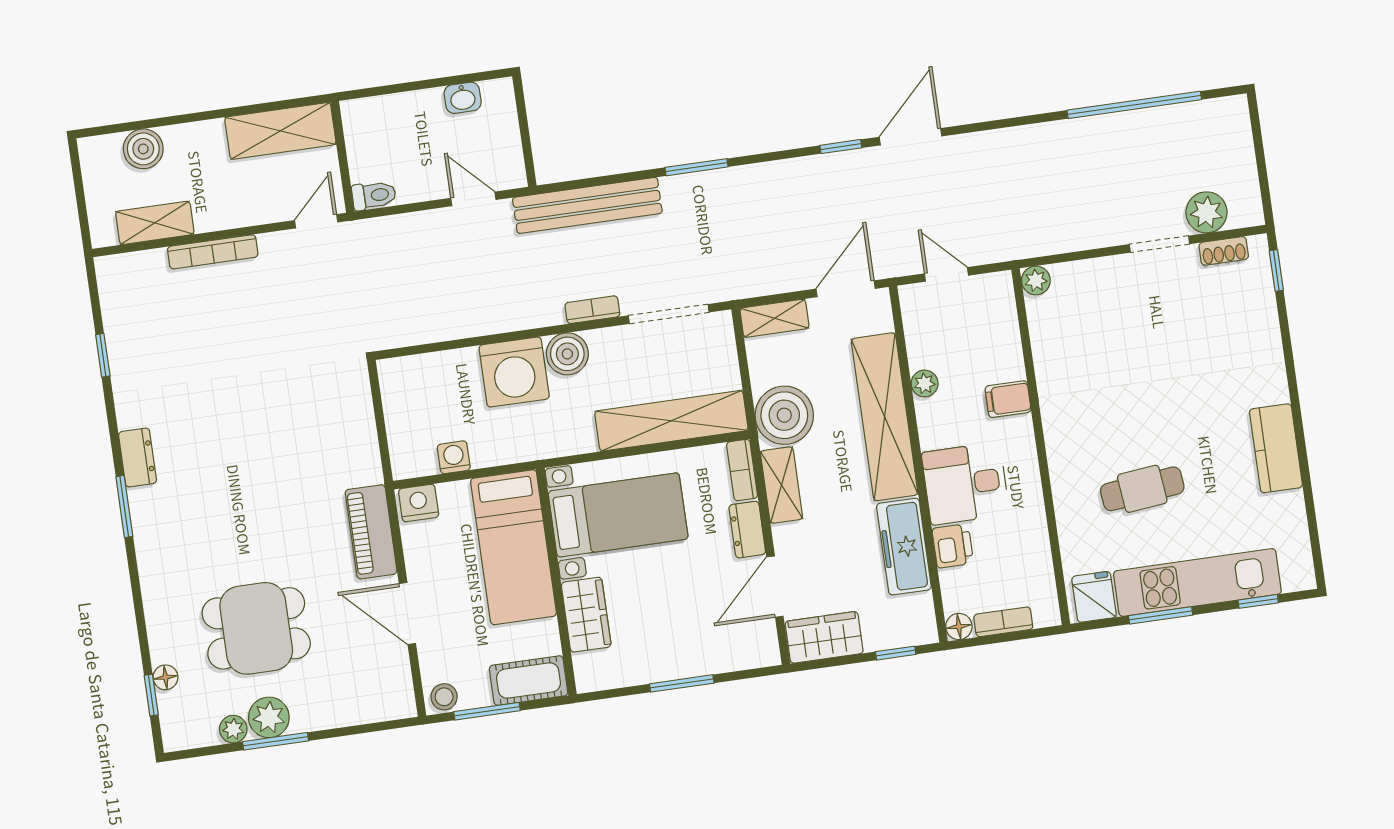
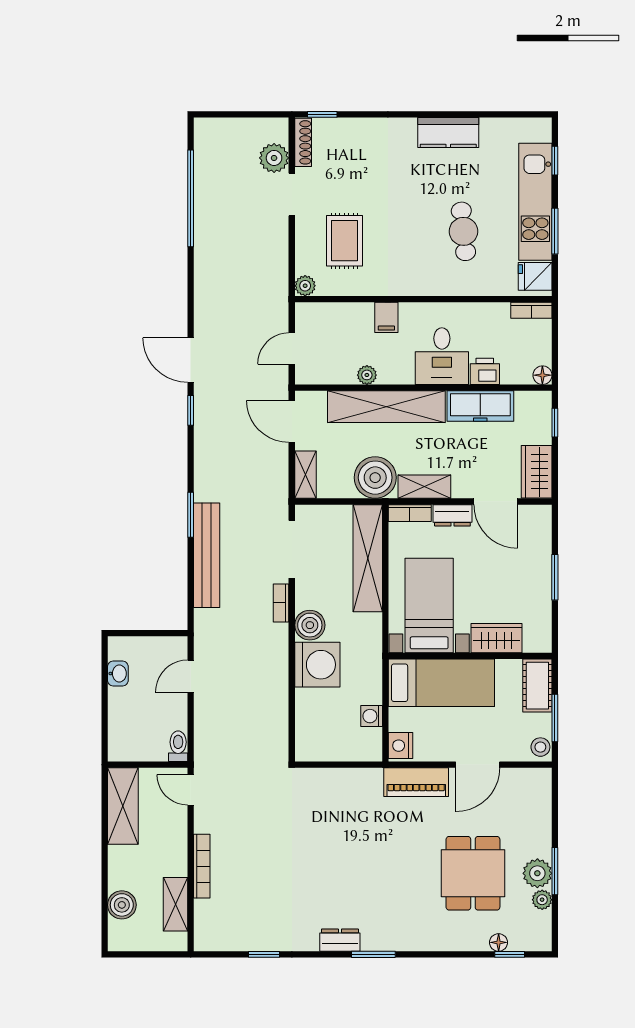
bench: (587, 205) -> (207, 555), moved
shoe rack: (1224, 251) -> (303, 142), width x1.43
rug: (1106, 326) -> (344, 241), added
bookcase: (1003, 622) -> (531, 310), moved, turned -90

